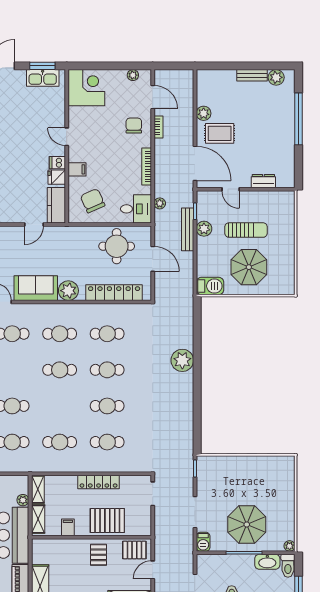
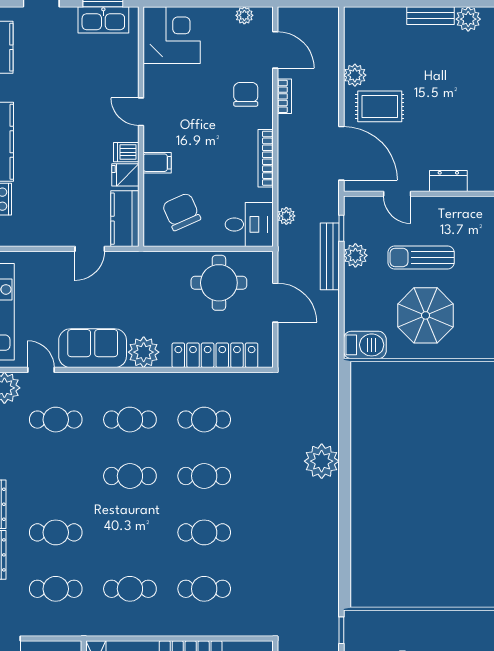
sun lounger: (246, 230) -> (421, 257), turned 180

